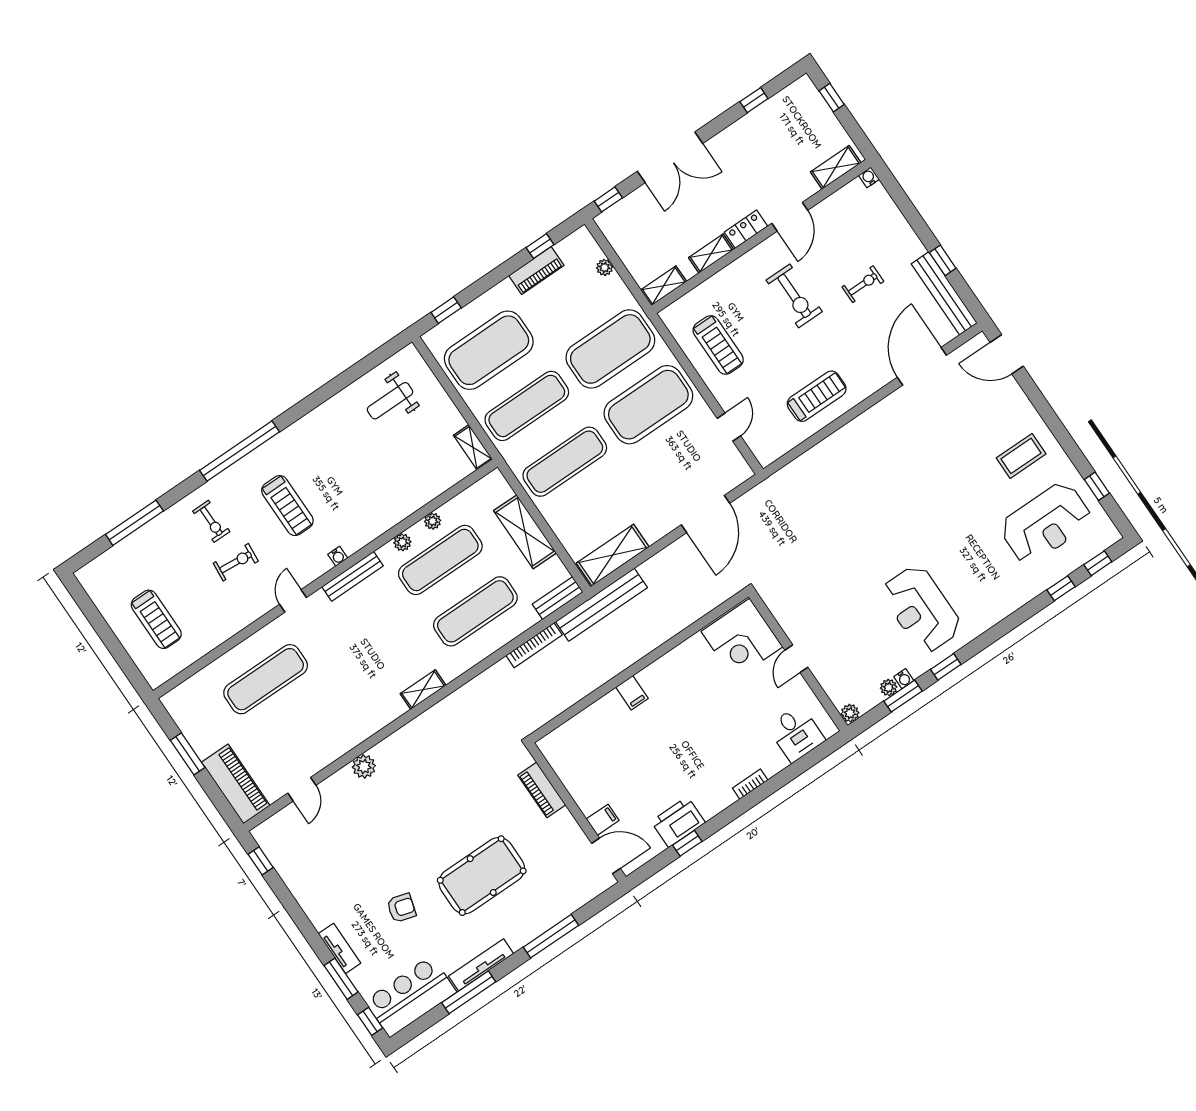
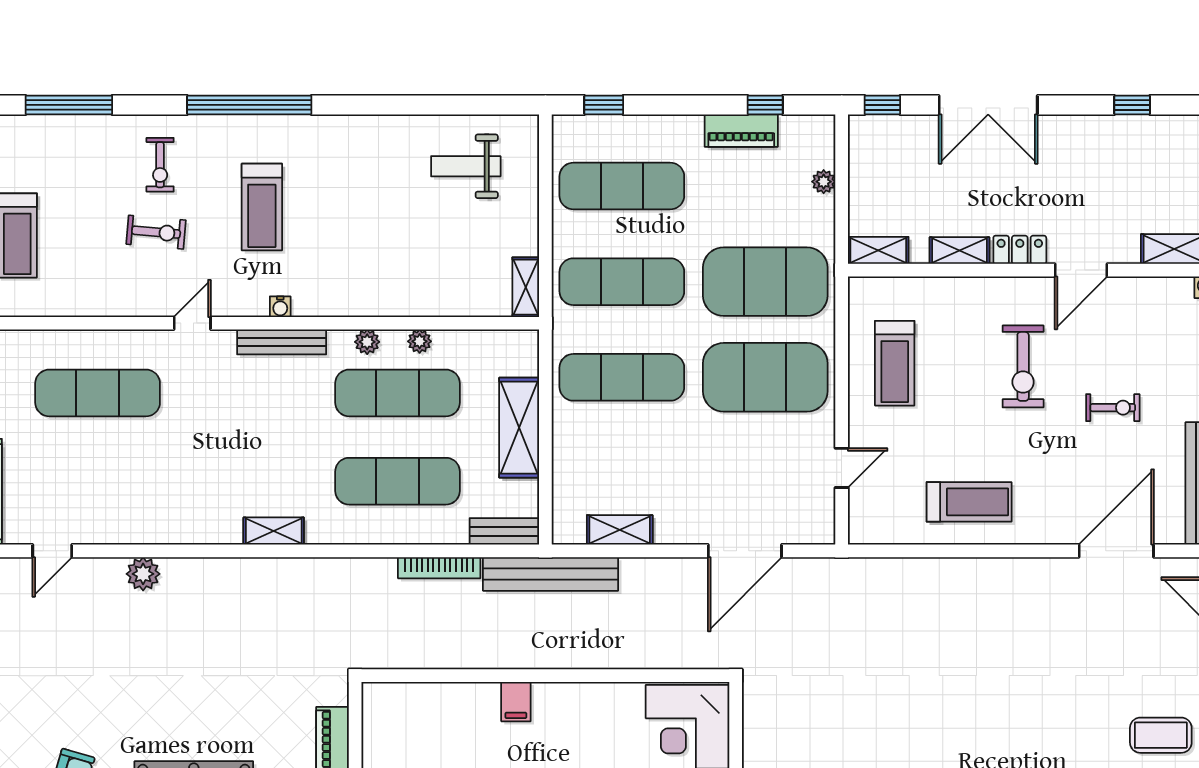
exercise mat: (489, 350) -> (622, 186), width x0.68
shelving: (613, 555) -> (620, 530), width x0.67, depth x0.75

